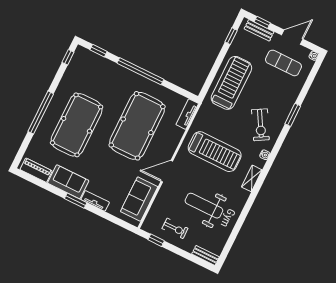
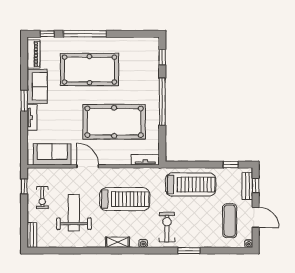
window: (68, 57) -> (47, 34), moved
exercise bike: (260, 125) -> (167, 227), turned 120
treadmill: (215, 152) -> (125, 199), turned -90

